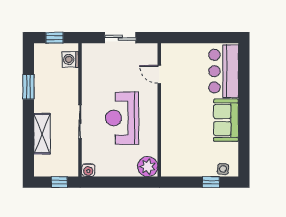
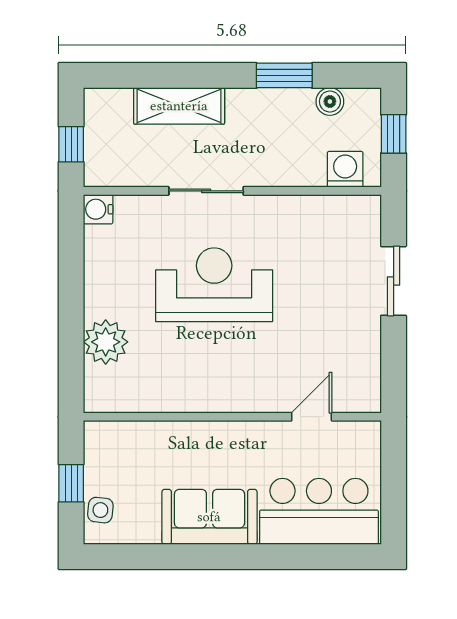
boiler: (40, 66) -> (330, 101), added
door: (159, 74) -> (312, 417), moved
wall: (159, 110) -> (232, 417), moved

